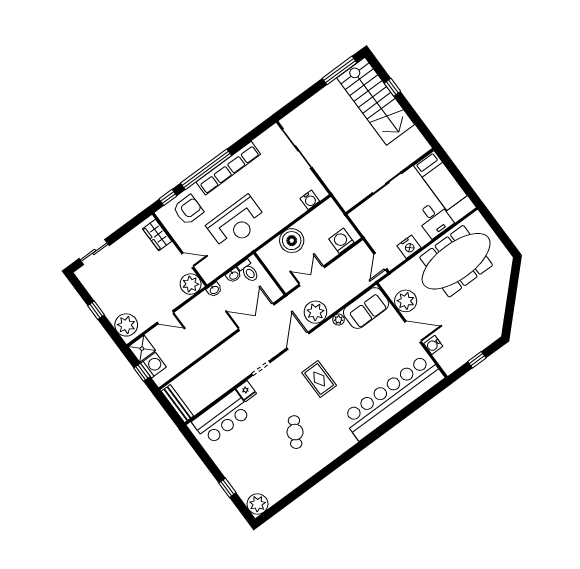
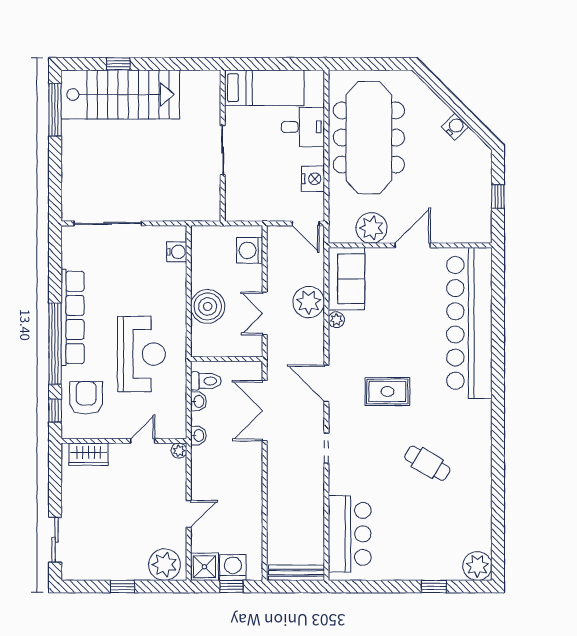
plant: (191, 284) -> (179, 451), width x0.53, depth x0.53
plant: (315, 312) -> (309, 302), moved
water cooler: (433, 345) -> (455, 127), moved, turned -135
fridge: (246, 391) -> (340, 484), removed

